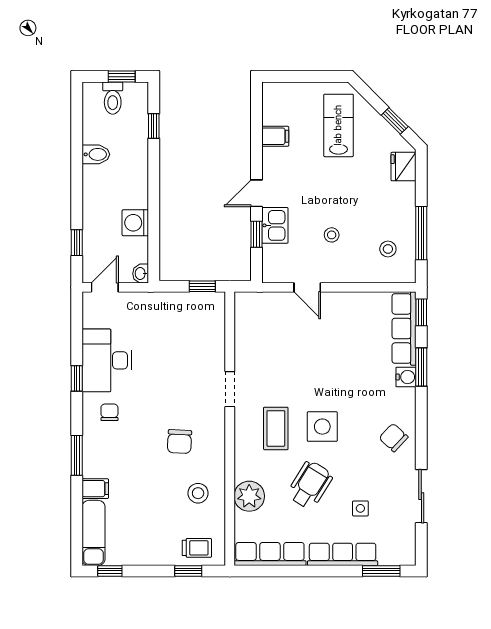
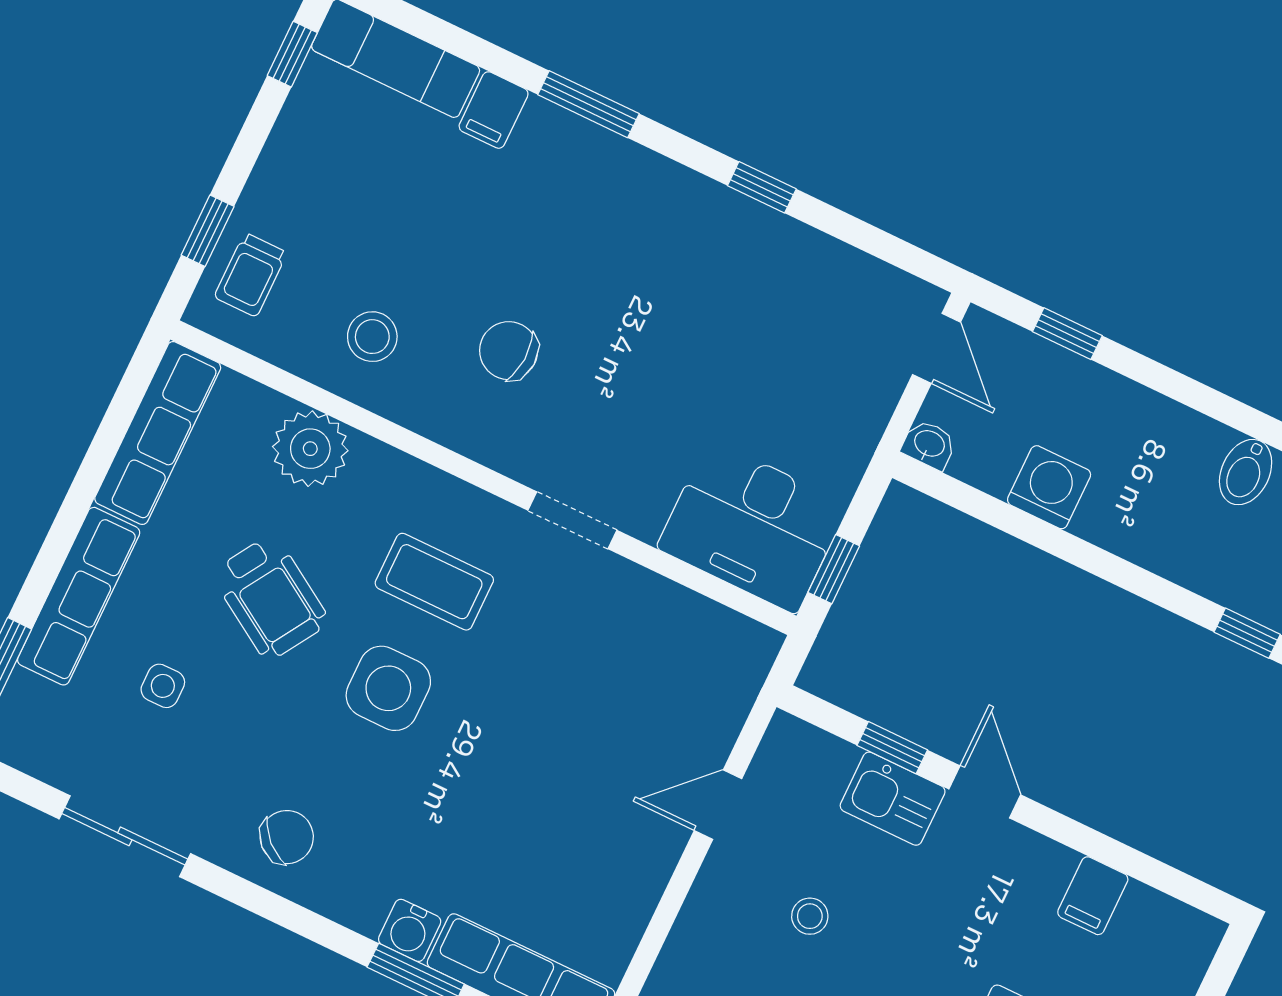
desk: (107, 360) -> (752, 526), moved, turned 180
chair: (109, 412) -> (650, 225), removed

